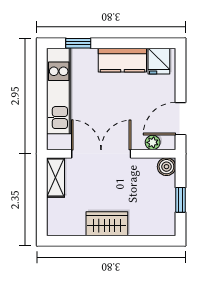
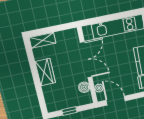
boiler: (166, 167) -> (84, 87), moved
shelving: (56, 177) -> (43, 40), moved

